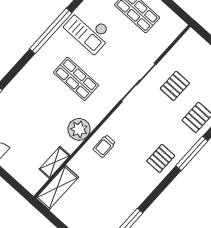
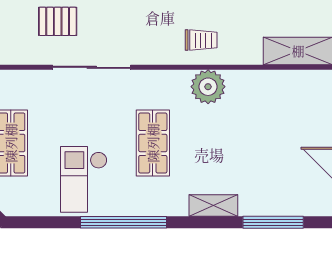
checkout: (88, 30) -> (84, 179), turned 180
shelving: (55, 162) -> (213, 205), moved

